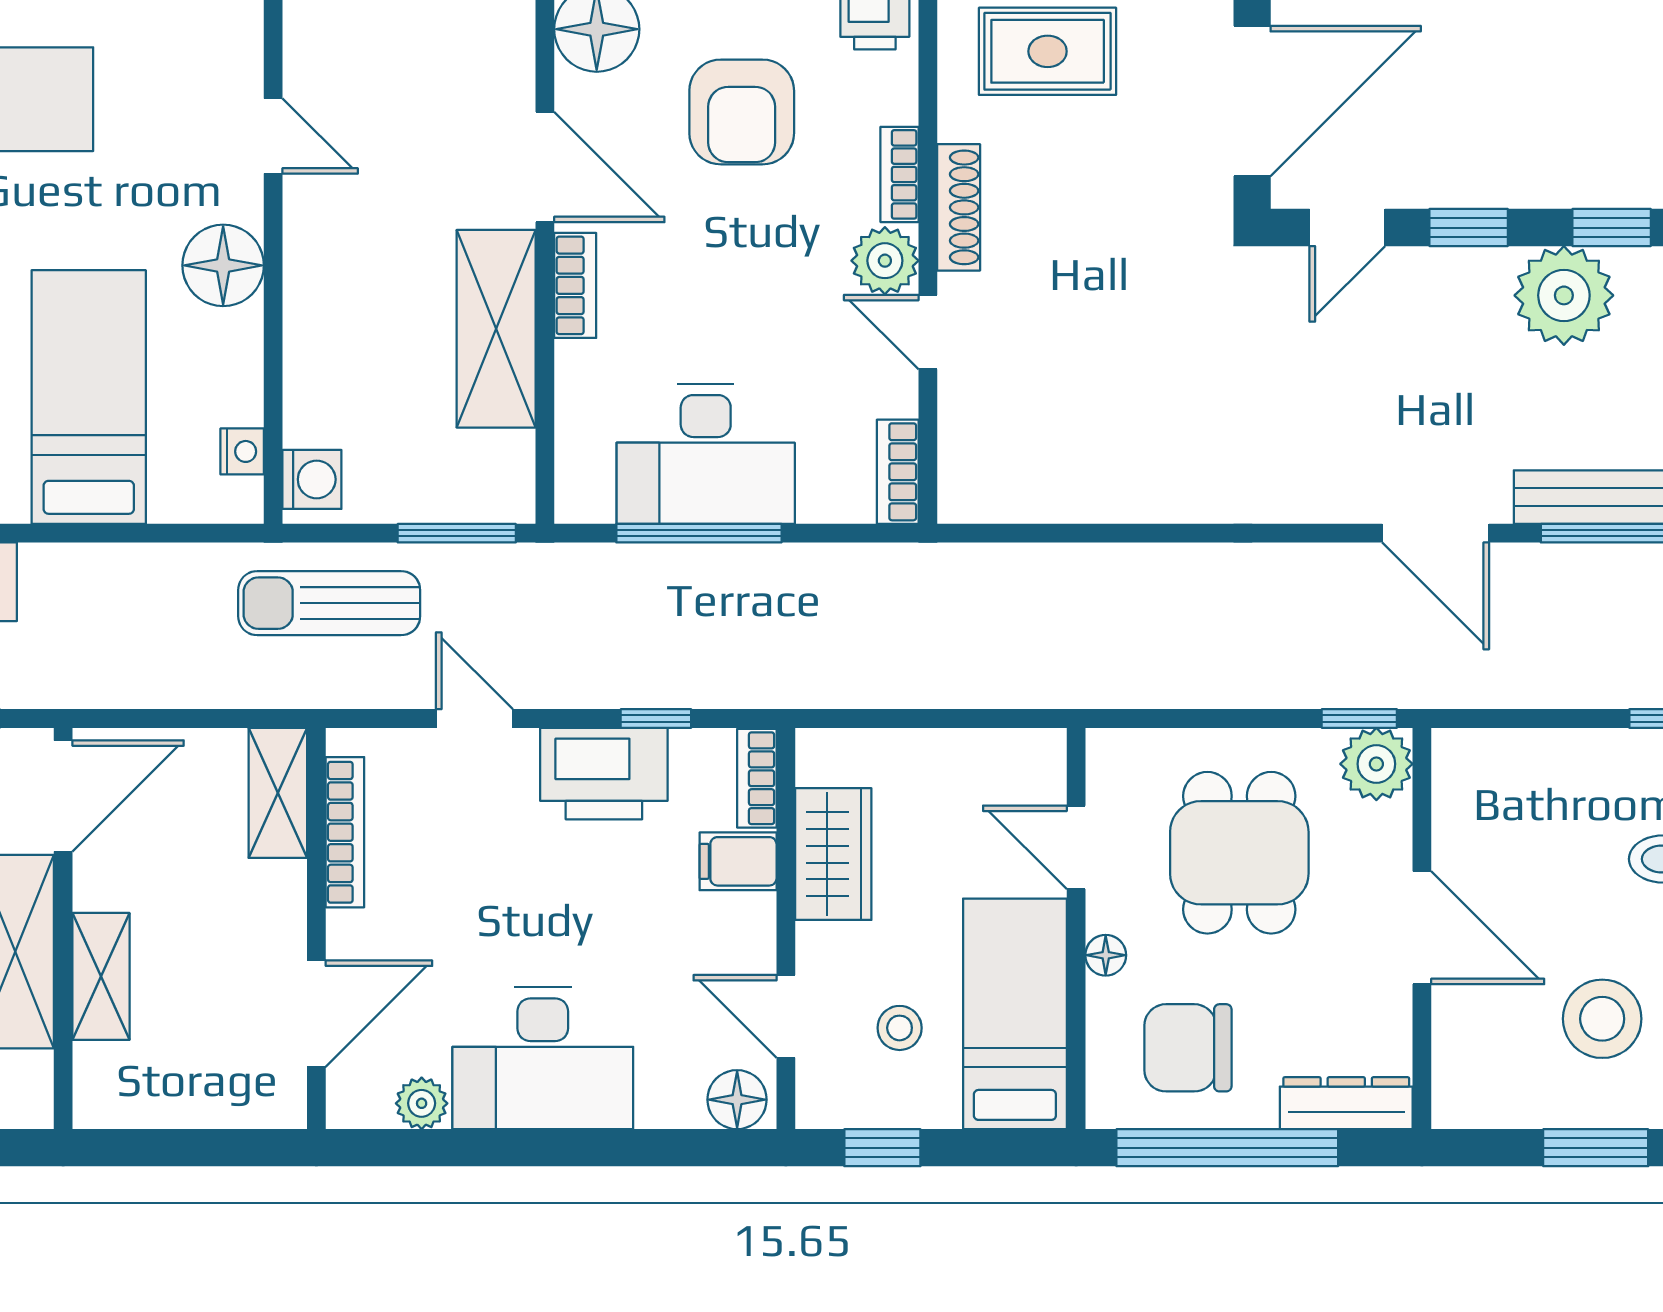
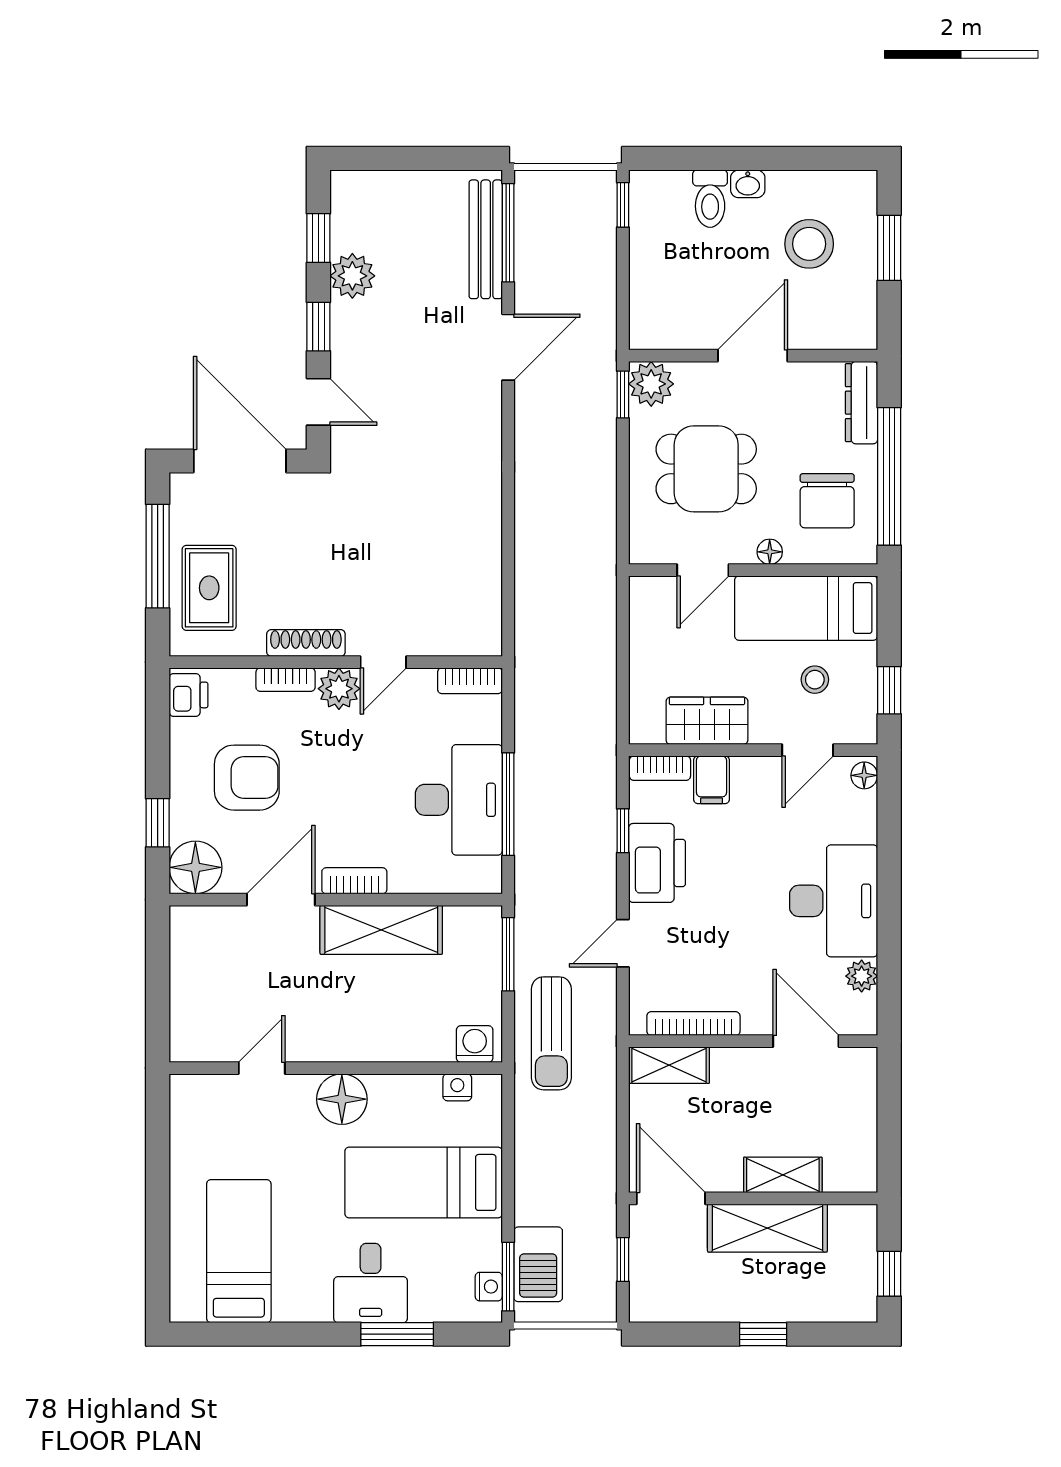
plant: (1564, 295) -> (352, 276), width x0.73, depth x0.73
floor lamp: (737, 1100) -> (864, 775), width x0.73, depth x0.73

